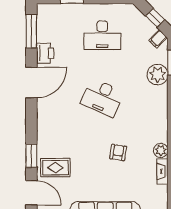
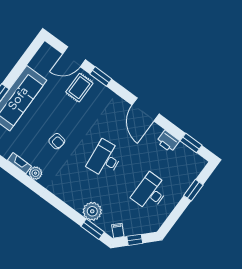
window: (31, 31) -> (191, 143), width x0.69
door: (31, 83) -> (145, 109), moved
desk: (102, 98) -> (105, 159), turned -30

